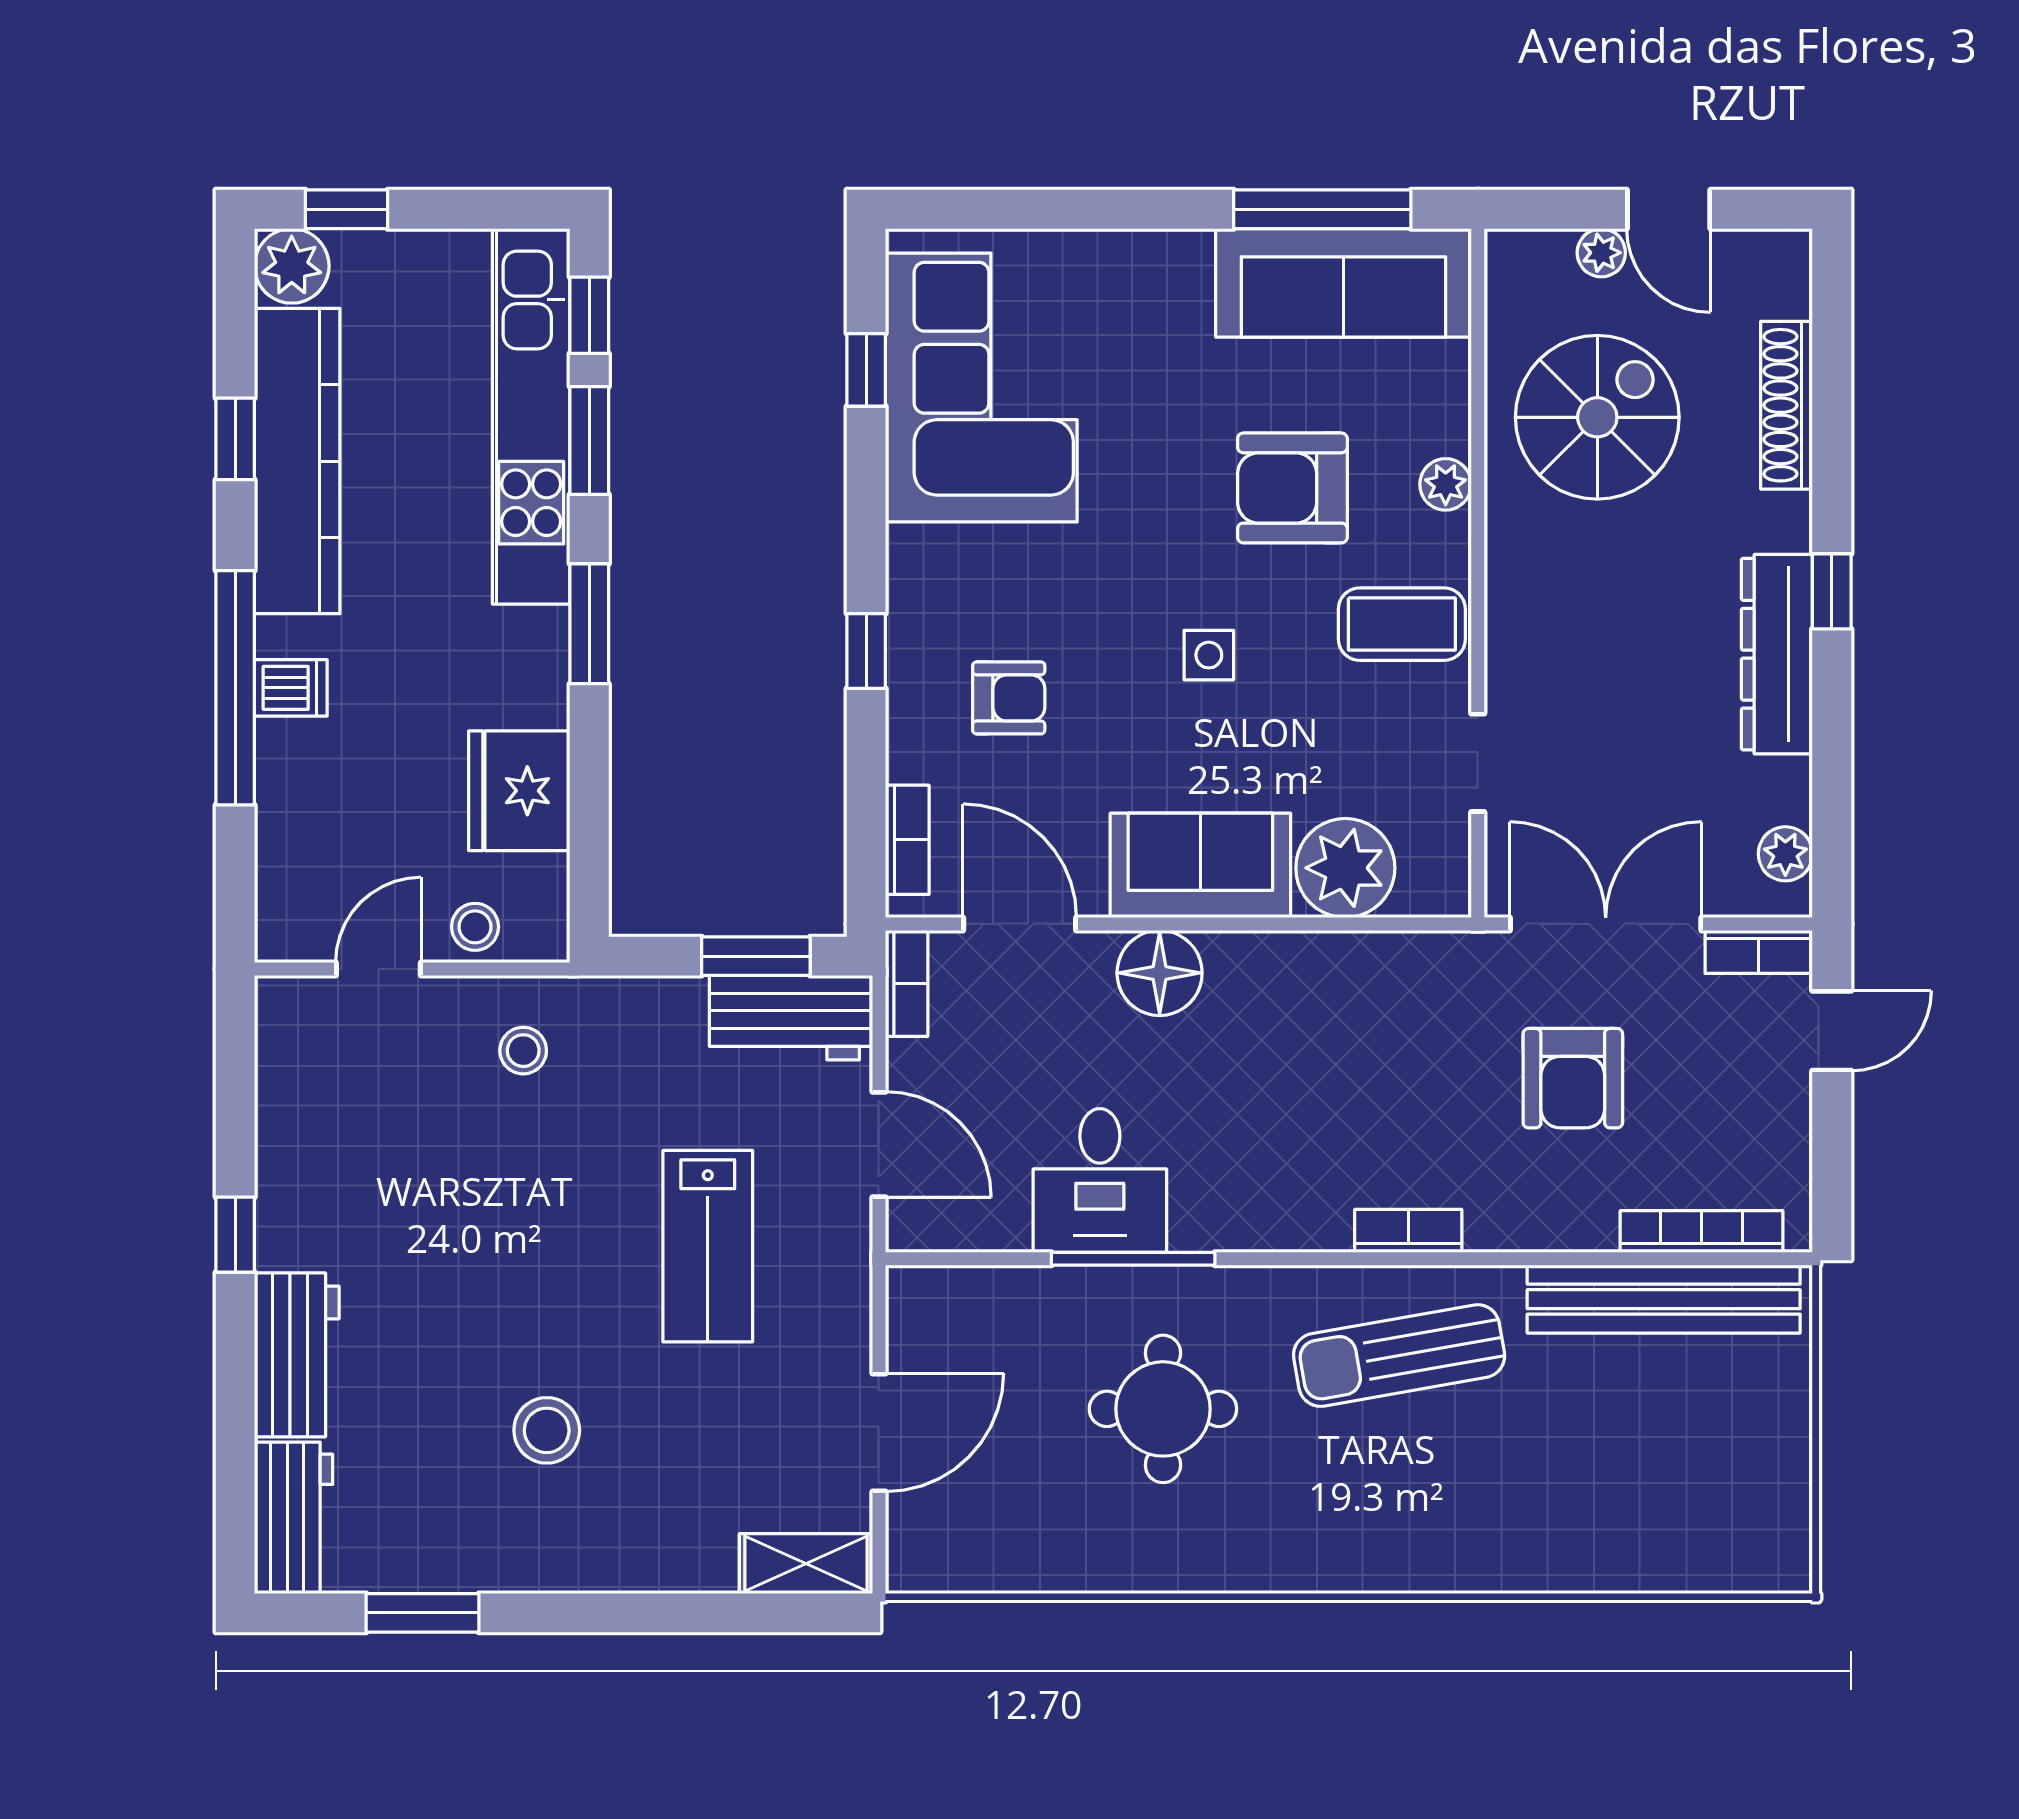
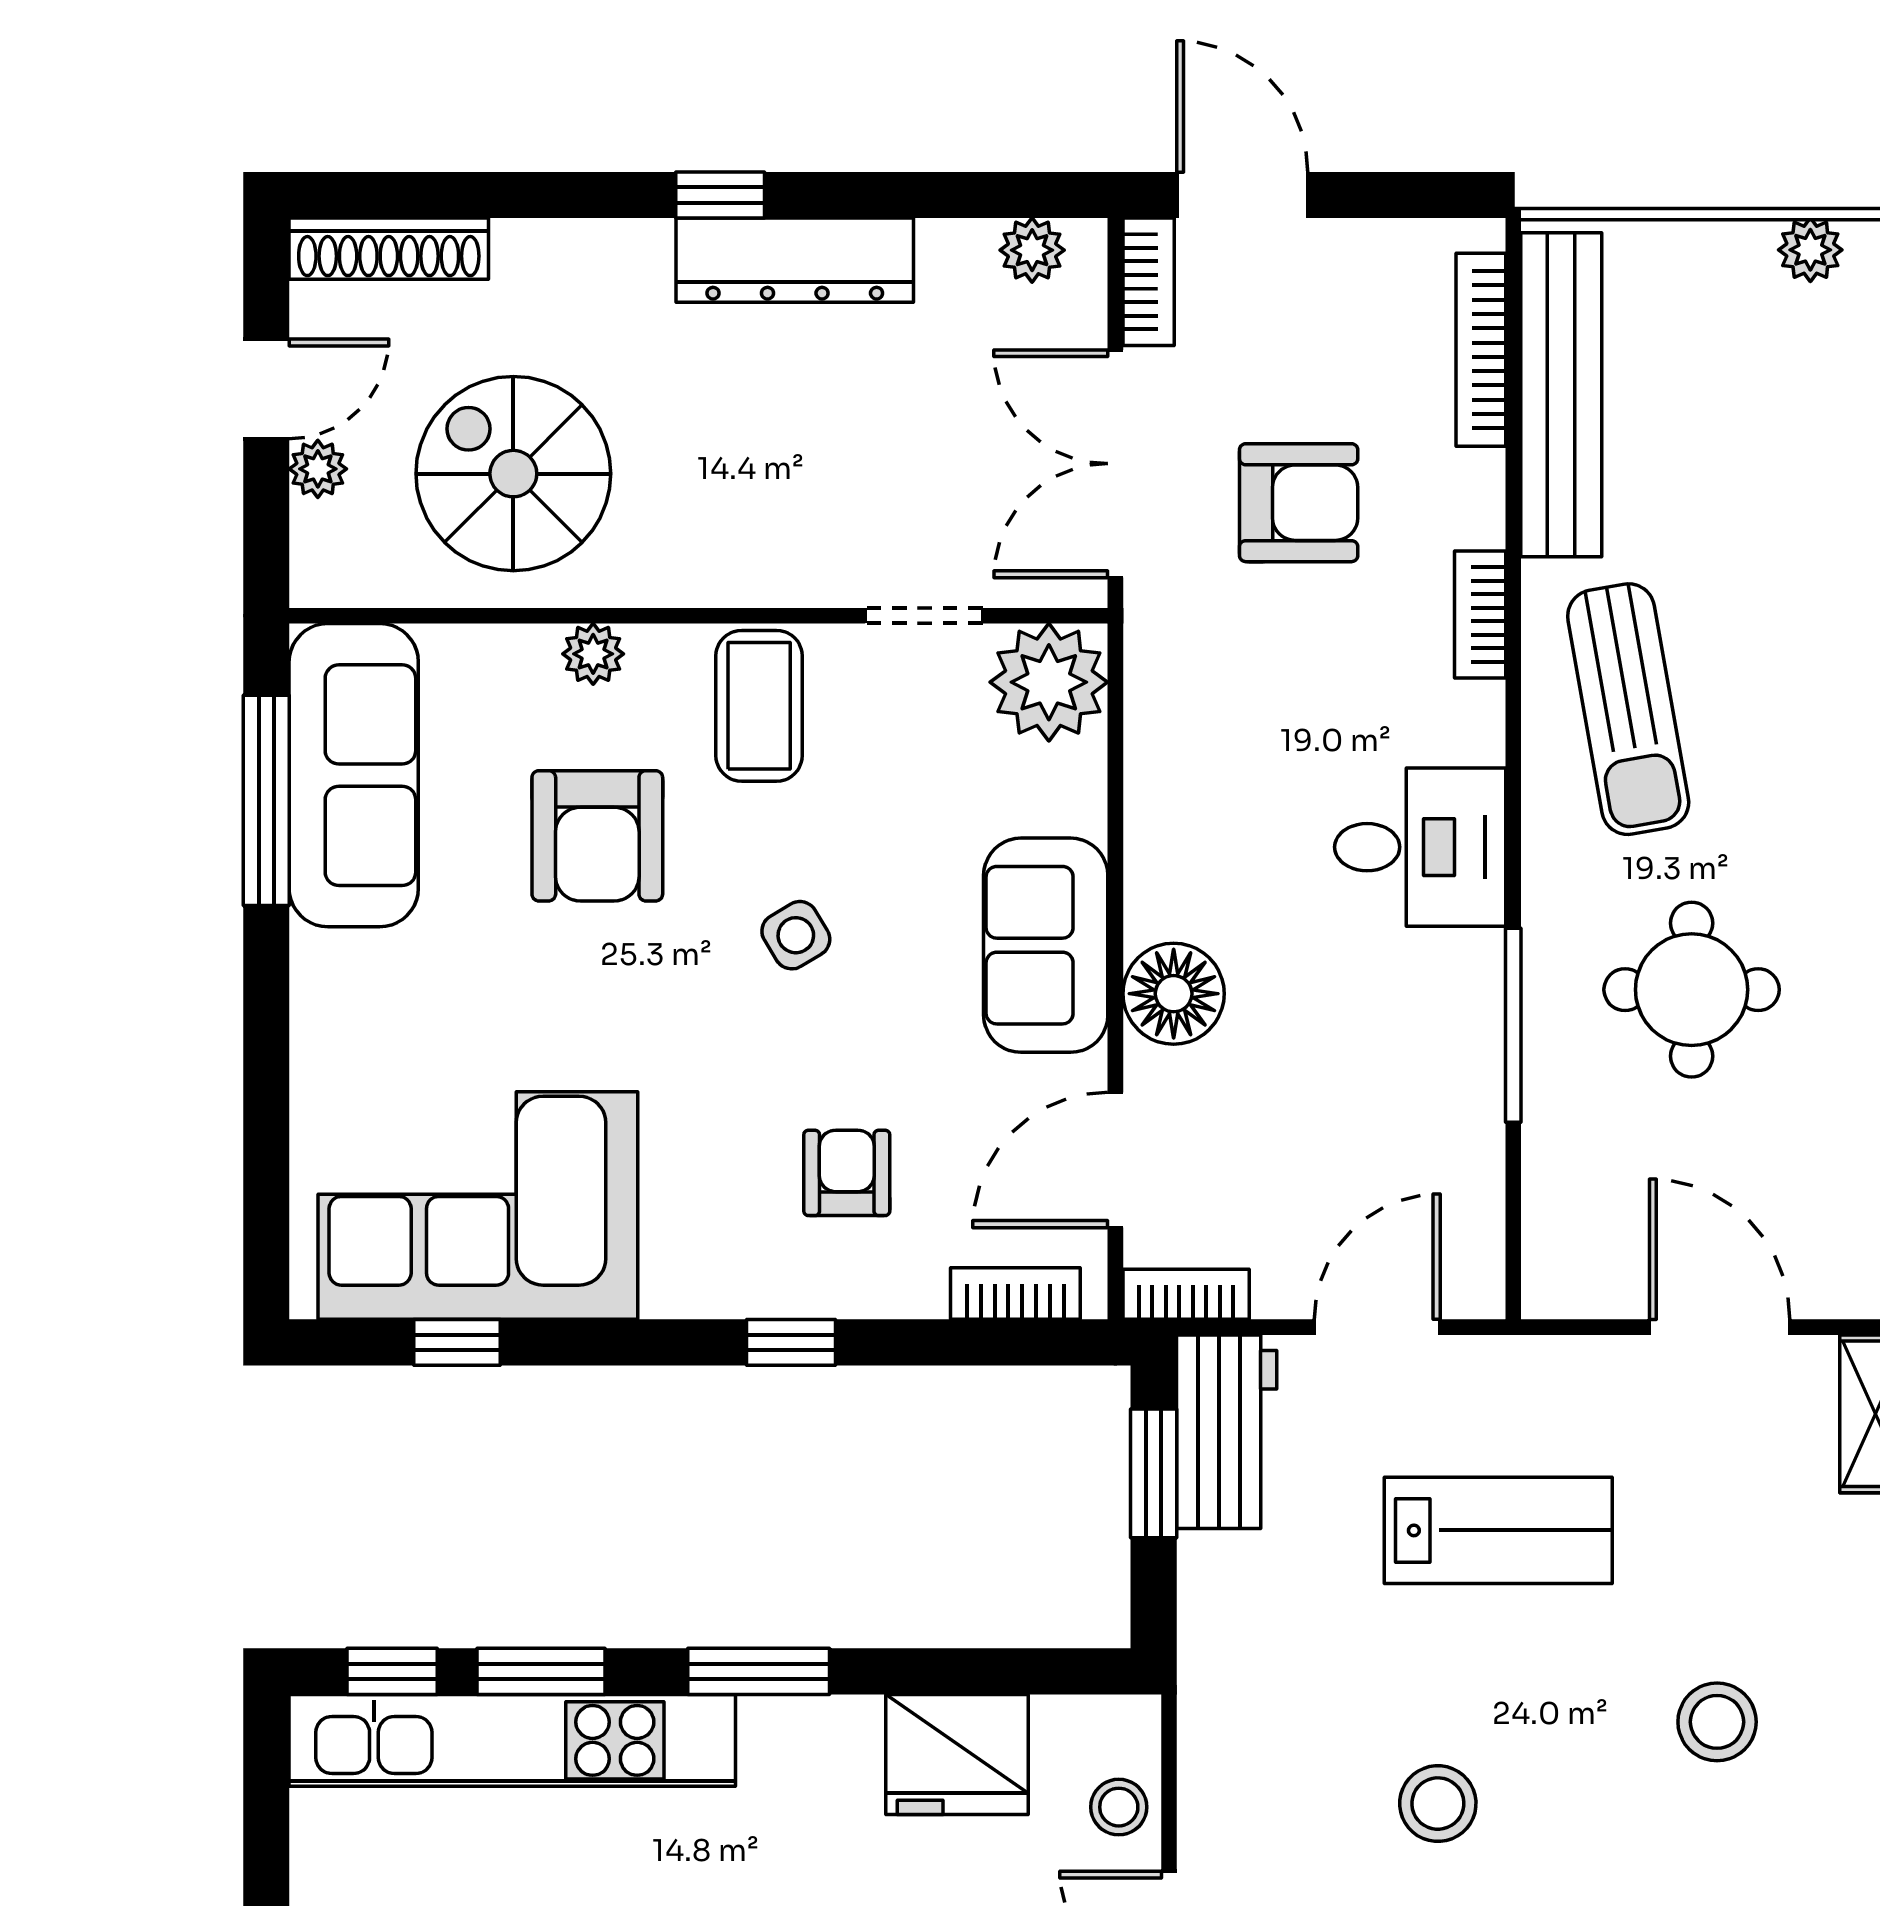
shoe rack: (1787, 405) -> (389, 249), moved
side table: (1209, 655) -> (796, 935), turned -31
plant: (1345, 868) -> (1049, 682), moved
door: (1832, 1031) -> (1242, 195), width x1.38
stool: (523, 1051) -> (1438, 1804), moved, width x1.37, depth x1.37
desk: (1100, 1180) -> (1420, 847), moved
bookcase: (1408, 1231) -> (1480, 614), moved
plant: (1786, 1509) -> (1810, 250), added

